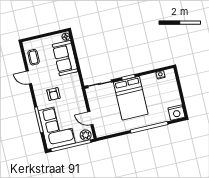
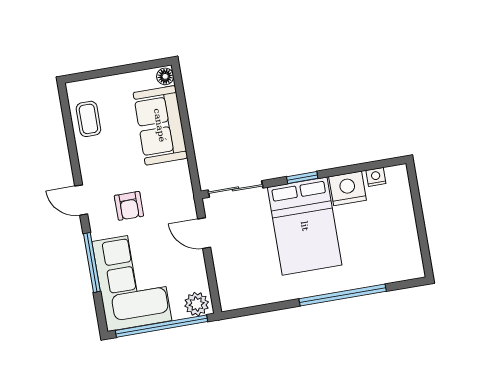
door: (29, 77) -> (81, 200), moved
nightstand: (176, 113) -> (348, 188), moved, turned 180
door: (90, 118) -> (204, 233), moved

